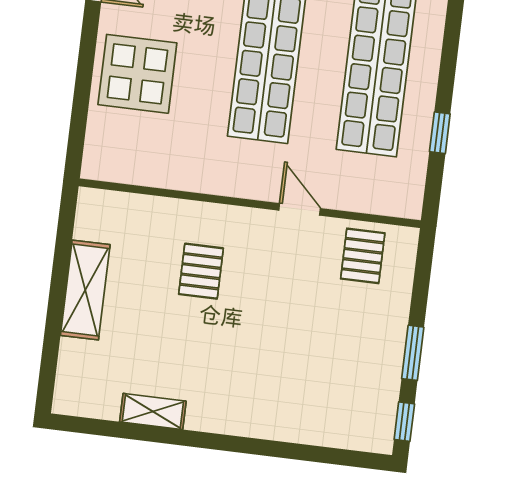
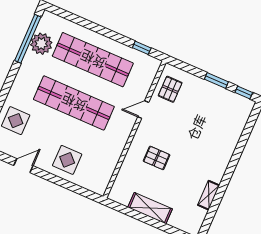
display table: (137, 74) -> (67, 160), width x0.73, depth x0.73
window: (440, 133) -> (142, 48), moved
pallet: (363, 256) -> (170, 89), turned 90

